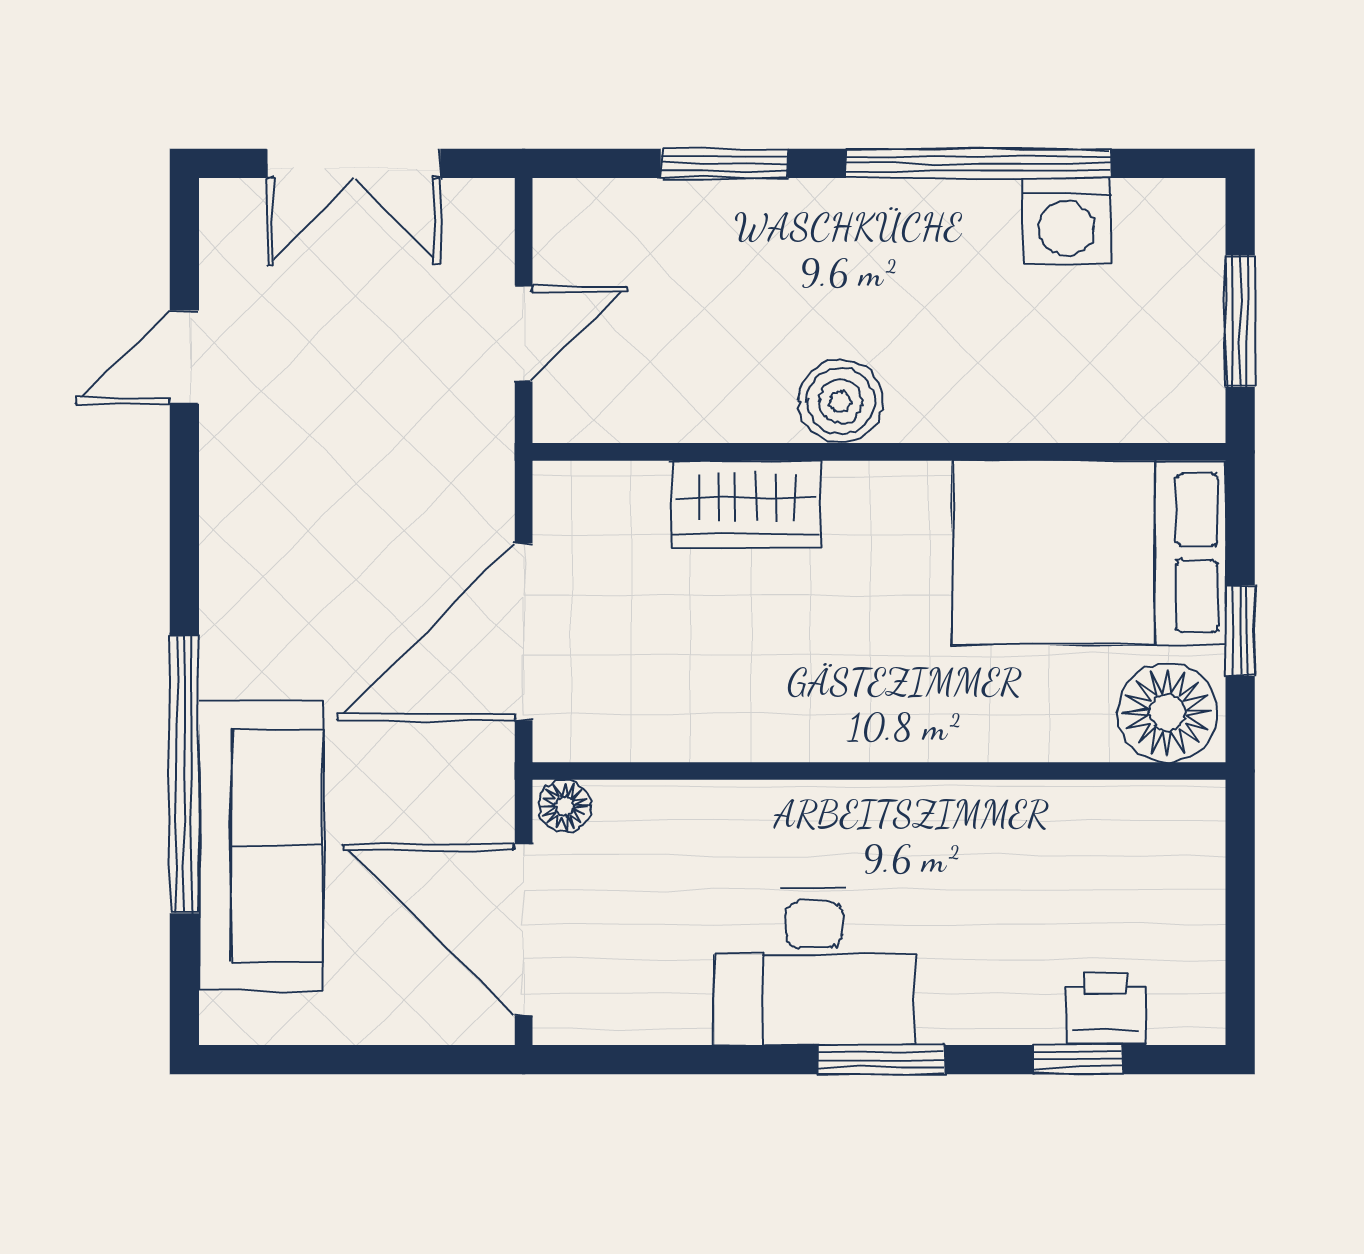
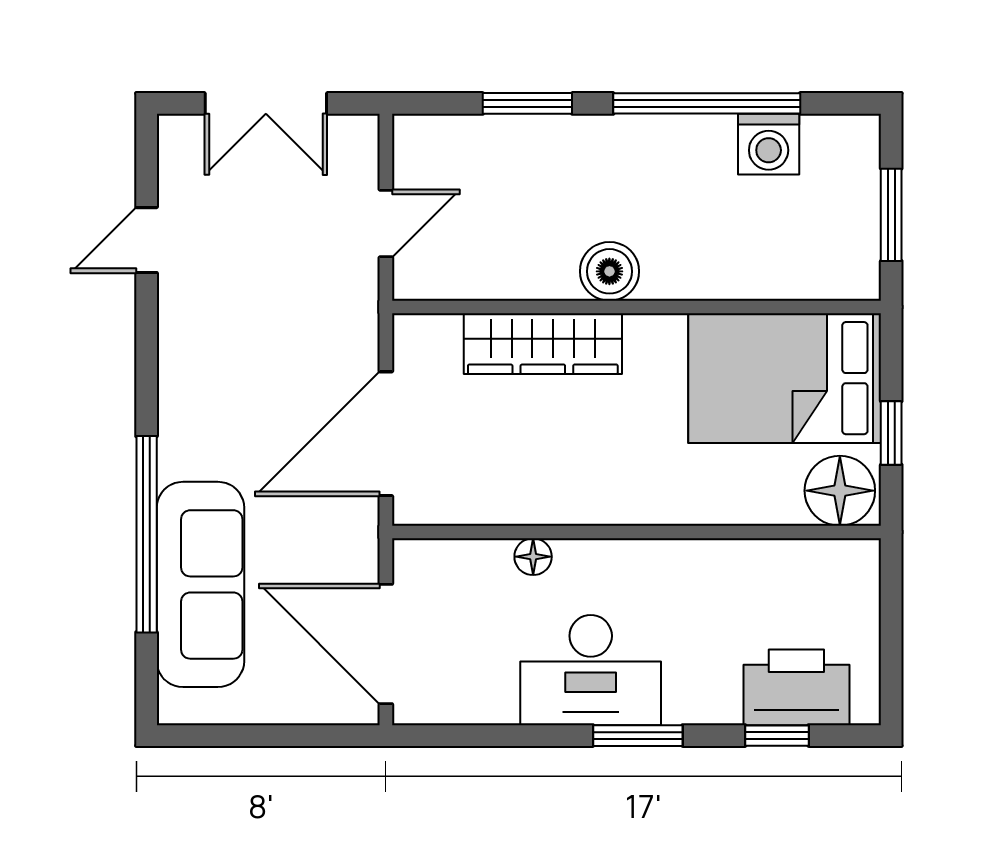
wardrobe: (746, 504) -> (543, 344), width x1.50
floor lamp: (565, 806) -> (533, 557), moved
printer: (1106, 1009) -> (796, 687), width x1.87, depth x1.48

